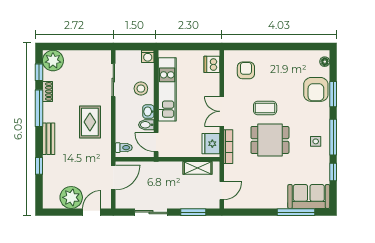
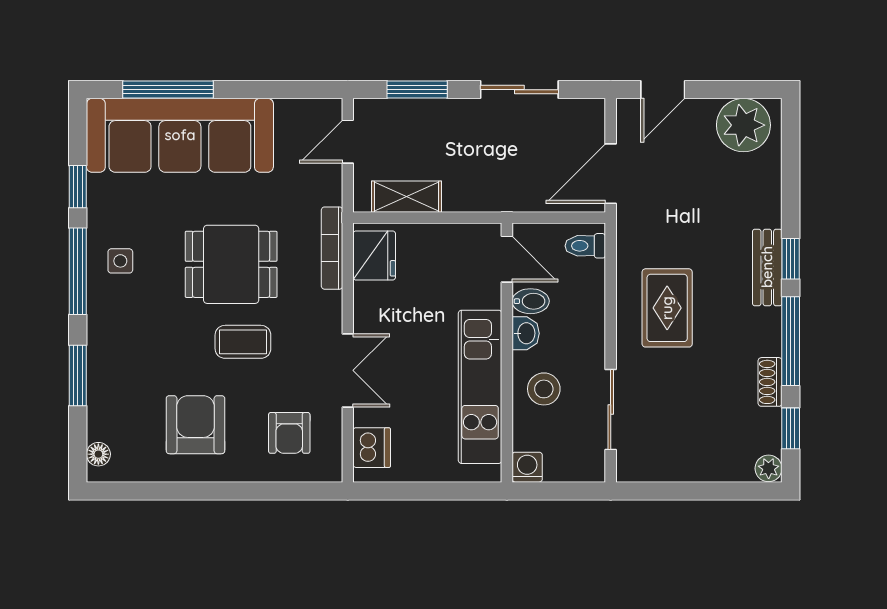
plant: (53, 61) -> (769, 468), width x0.53, depth x0.53
armchair: (316, 89) -> (195, 425), moved
double door: (222, 111) -> (348, 370), moved
window: (39, 166) -> (791, 259), moved
plant: (71, 197) -> (743, 125), moved
sofa: (309, 197) -> (180, 135), width x1.85, depth x1.27

